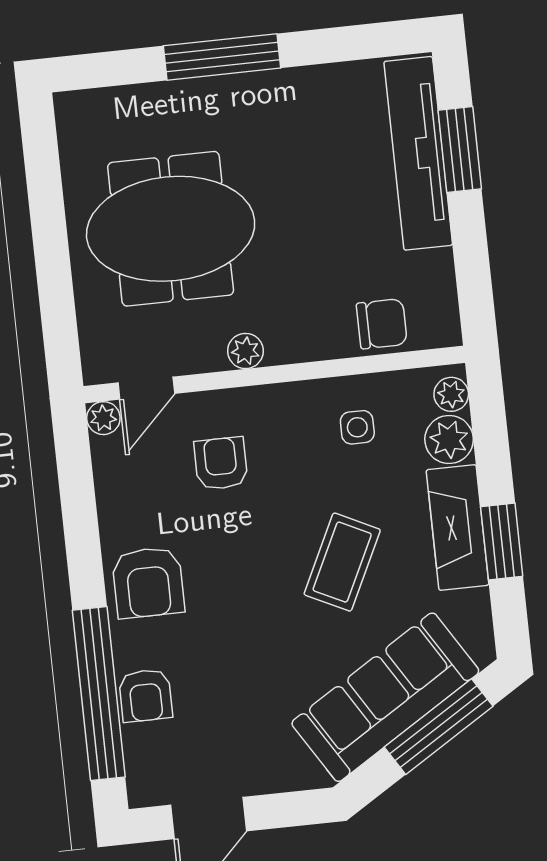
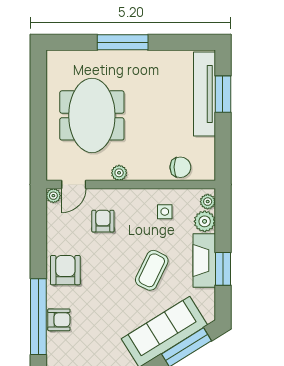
meeting table: (171, 229) -> (92, 115), turned 90
armchair: (148, 582) -> (65, 270), turned 180
armchair: (146, 695) -> (59, 320), turned -90

